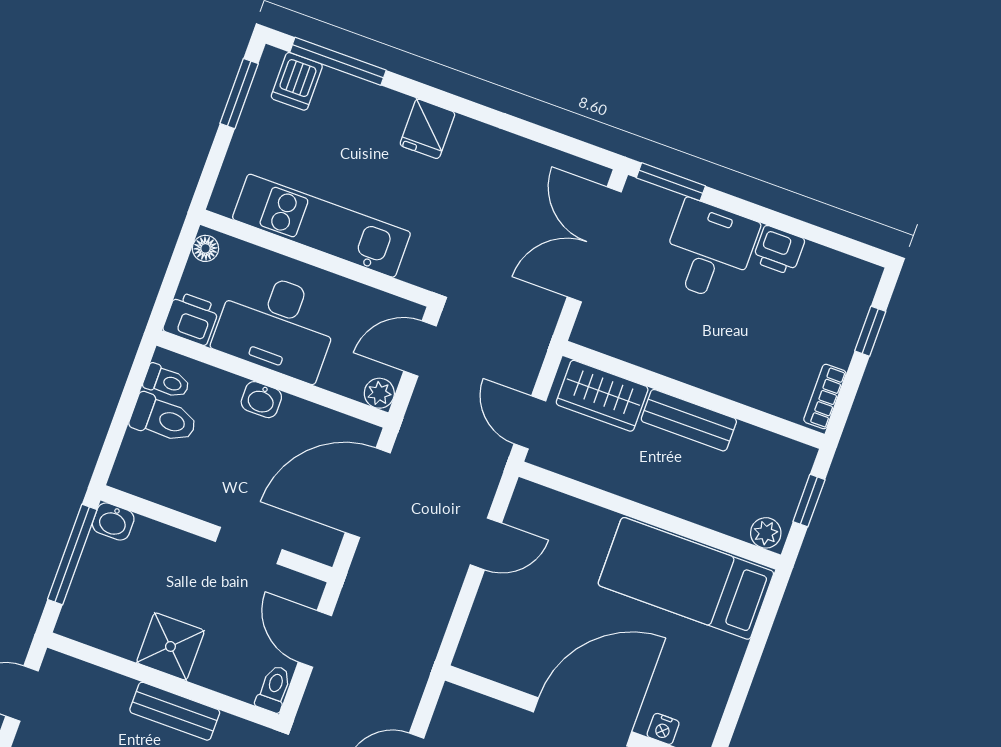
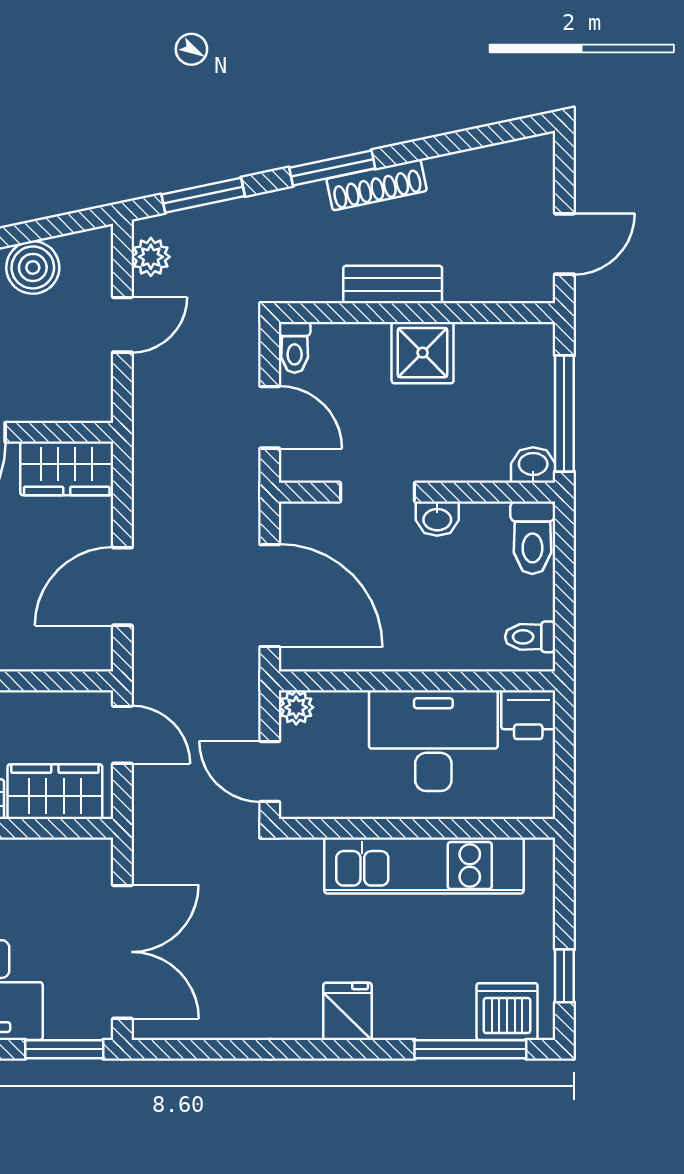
dishwasher: (297, 81) -> (507, 1012), width x1.38
window: (239, 94) -> (564, 976), width x0.67
floor lamp: (205, 248) -> (540, 796), removed
door: (420, 348) -> (270, 772), swing flipped
washbasin: (261, 400) -> (437, 519), moved, turned 180
toilet: (164, 419) -> (532, 538), moved, turned -90
door: (368, 493) -> (270, 596), hinge flipped
door: (486, 544) -> (122, 586), width x1.37
wardrobe: (496, 657) -> (67, 468), added

